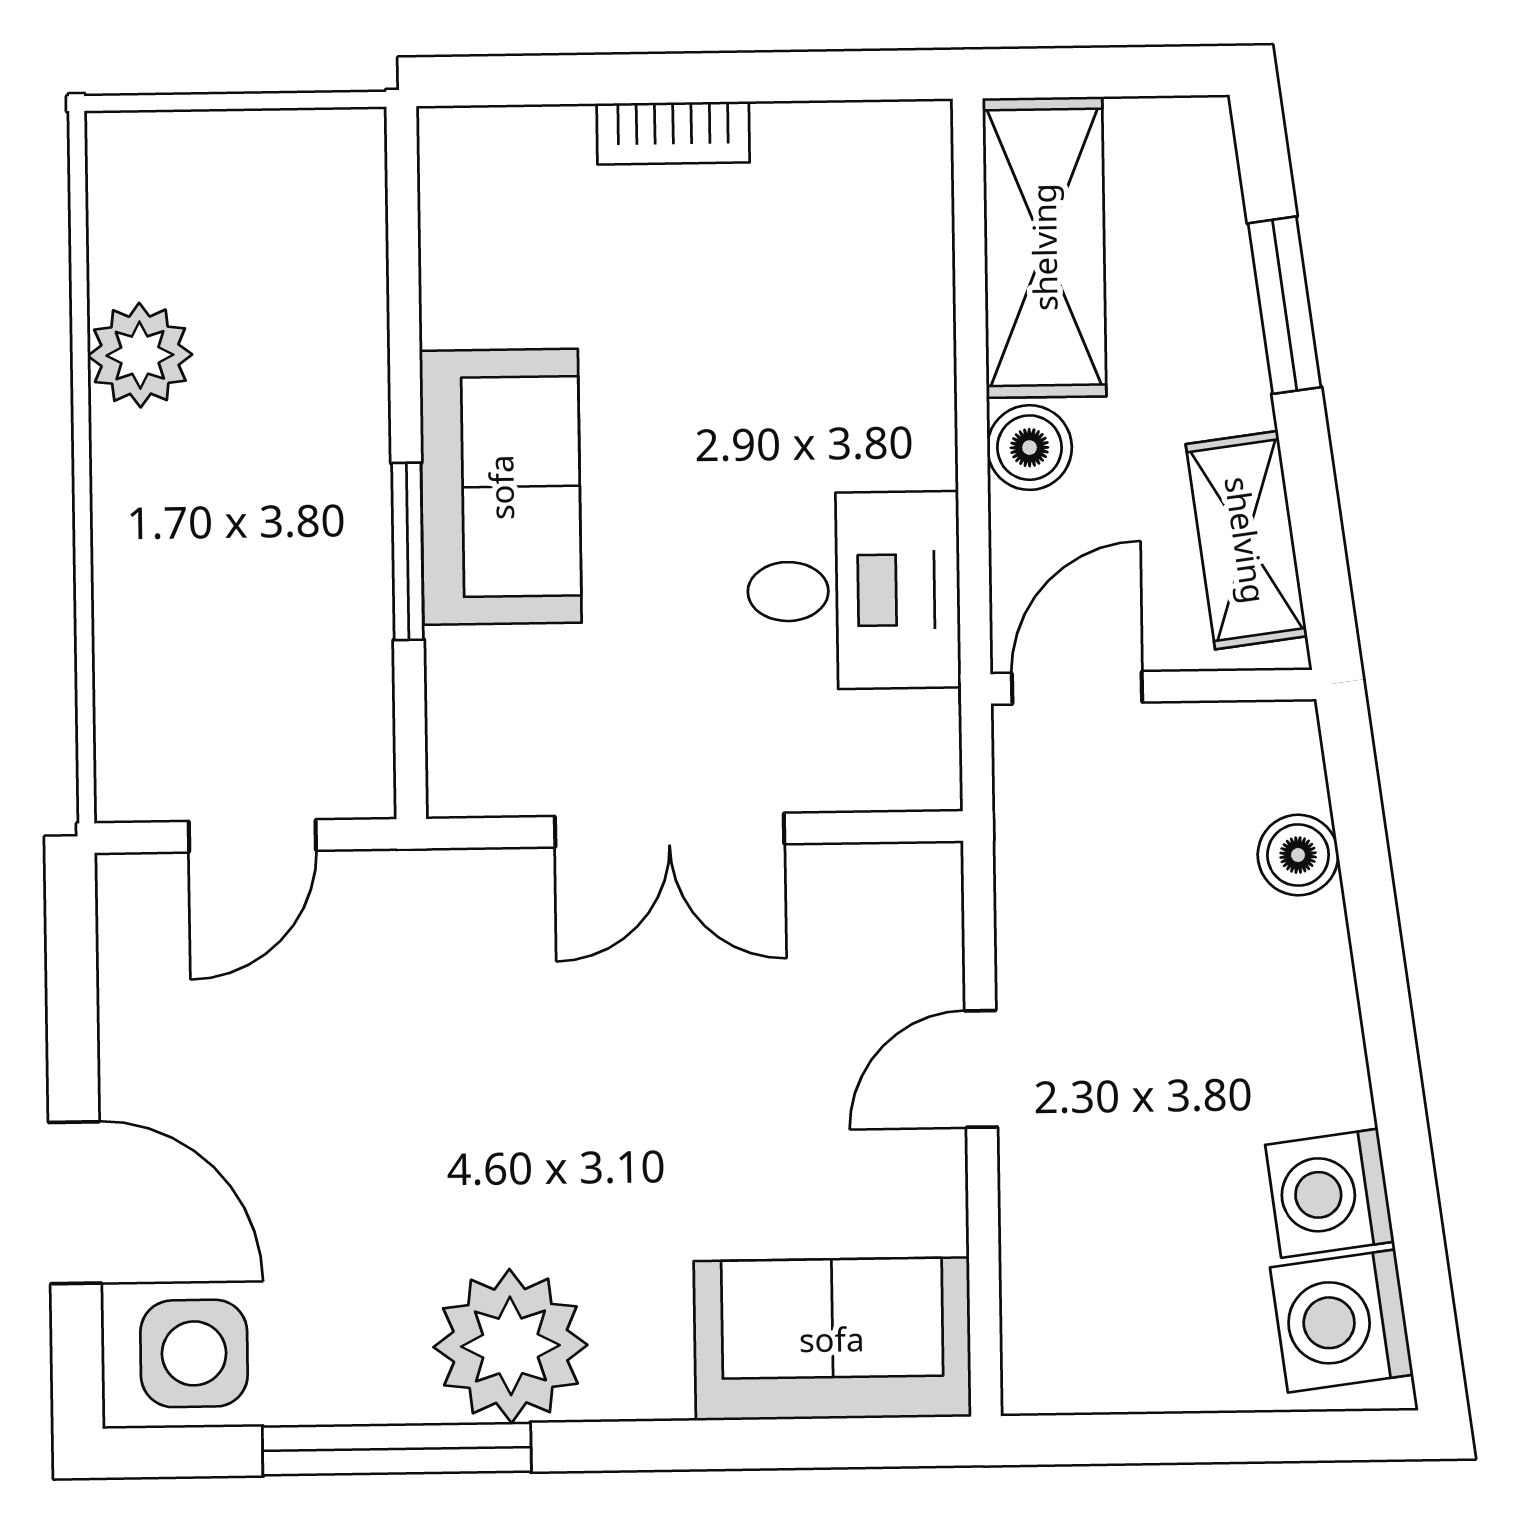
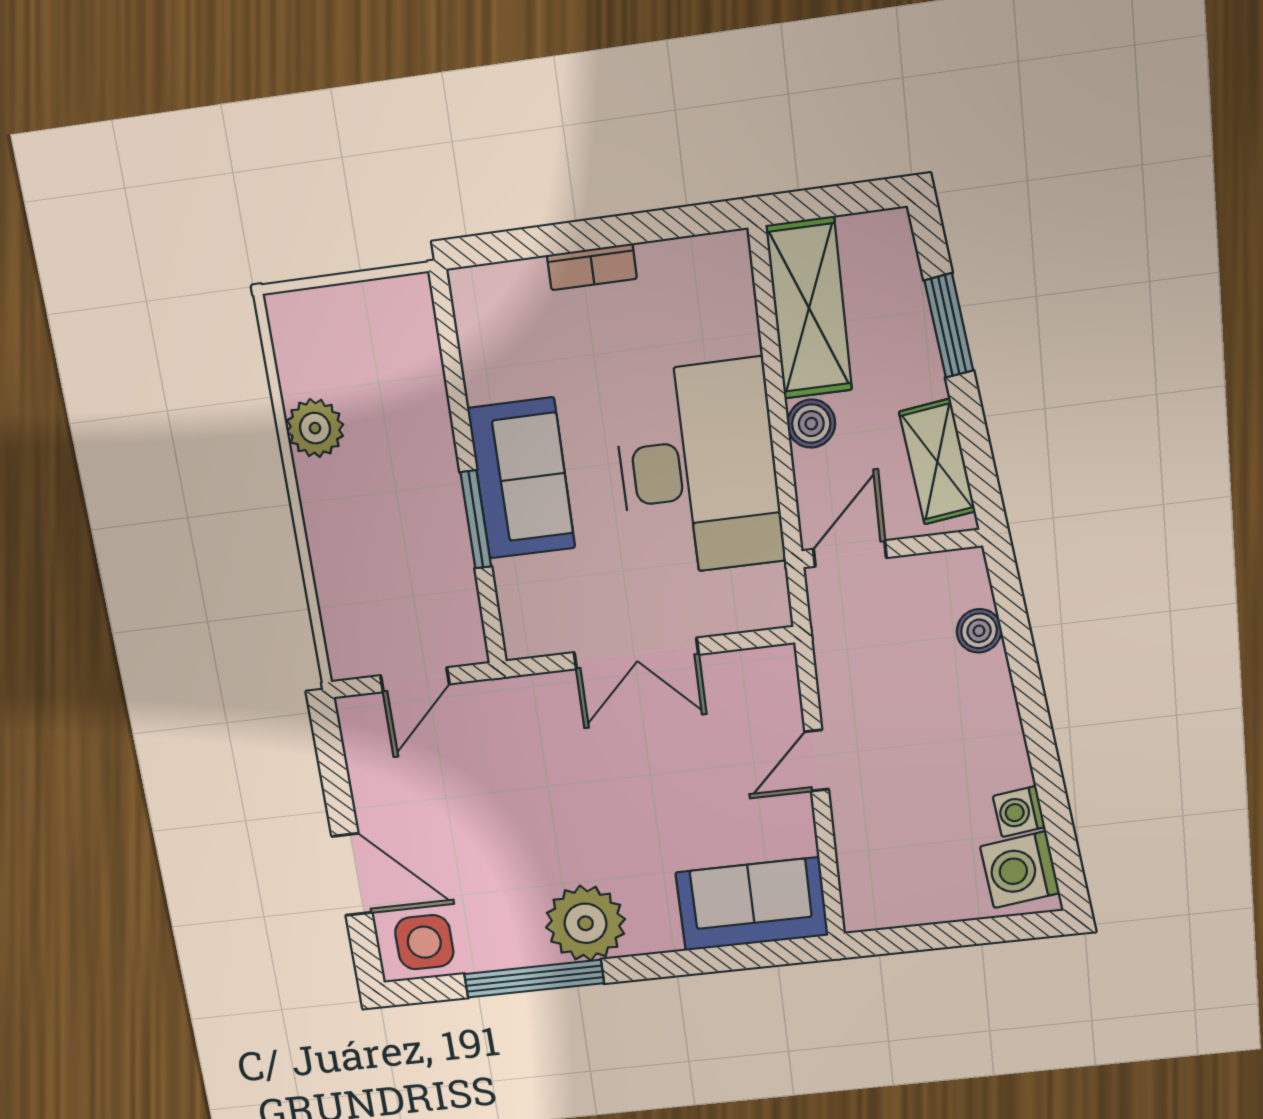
desk: (854, 591) -> (698, 469), width x1.87, depth x1.30
washing machine: (1330, 1193) -> (1019, 812), width x0.73, depth x0.73

